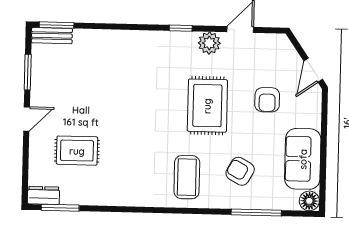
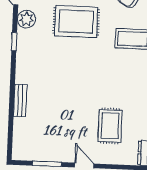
window: (57, 25) -> (10, 140), removed
bench: (52, 36) -> (20, 101), moved

